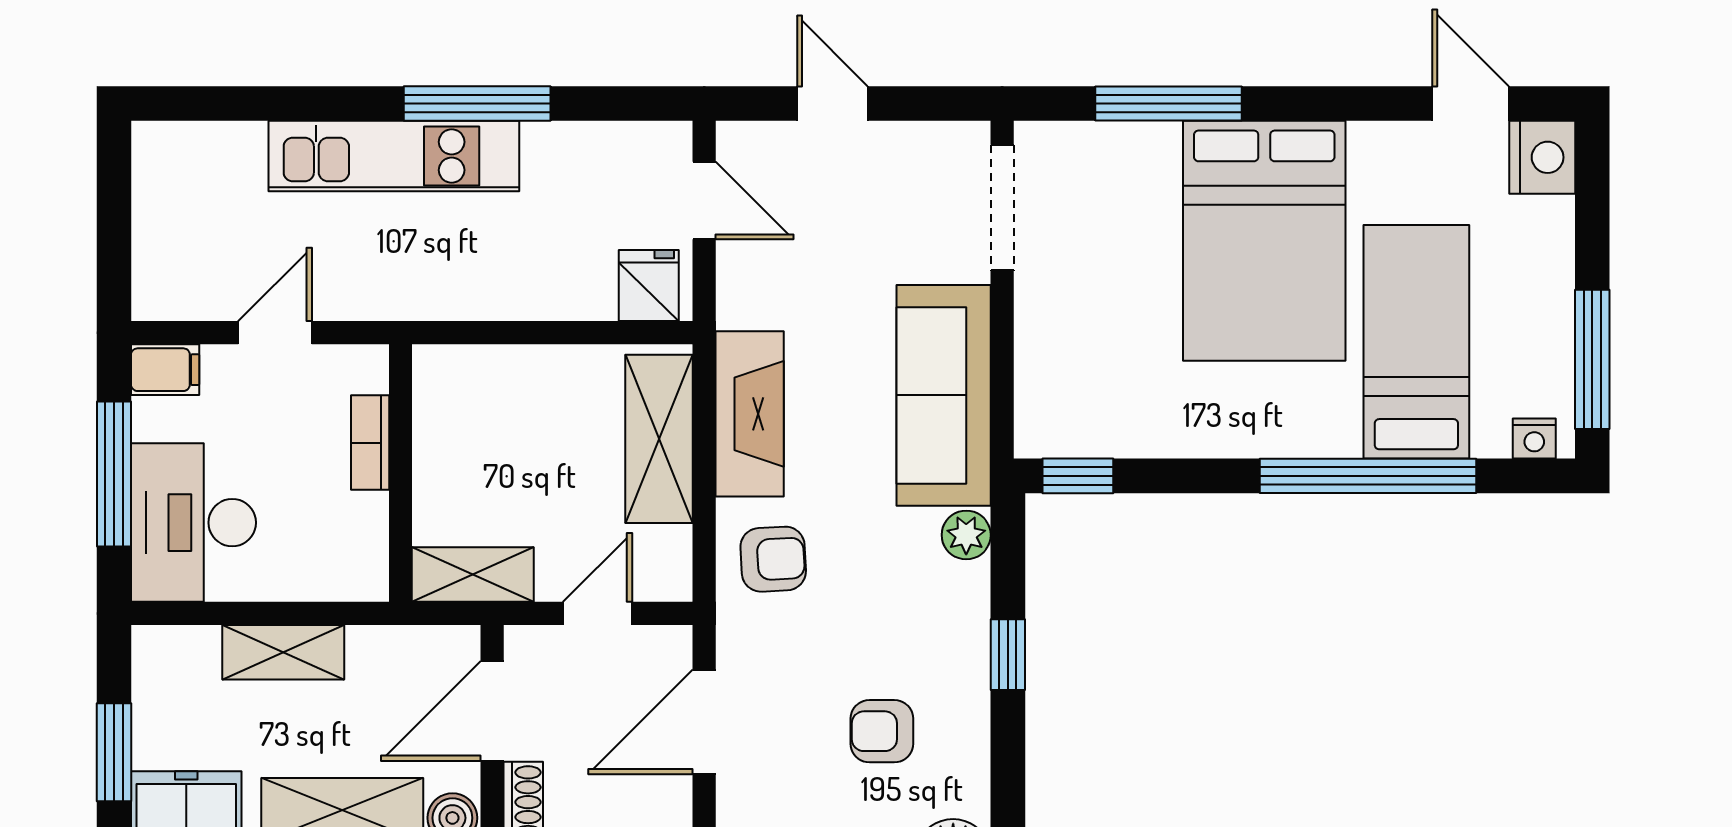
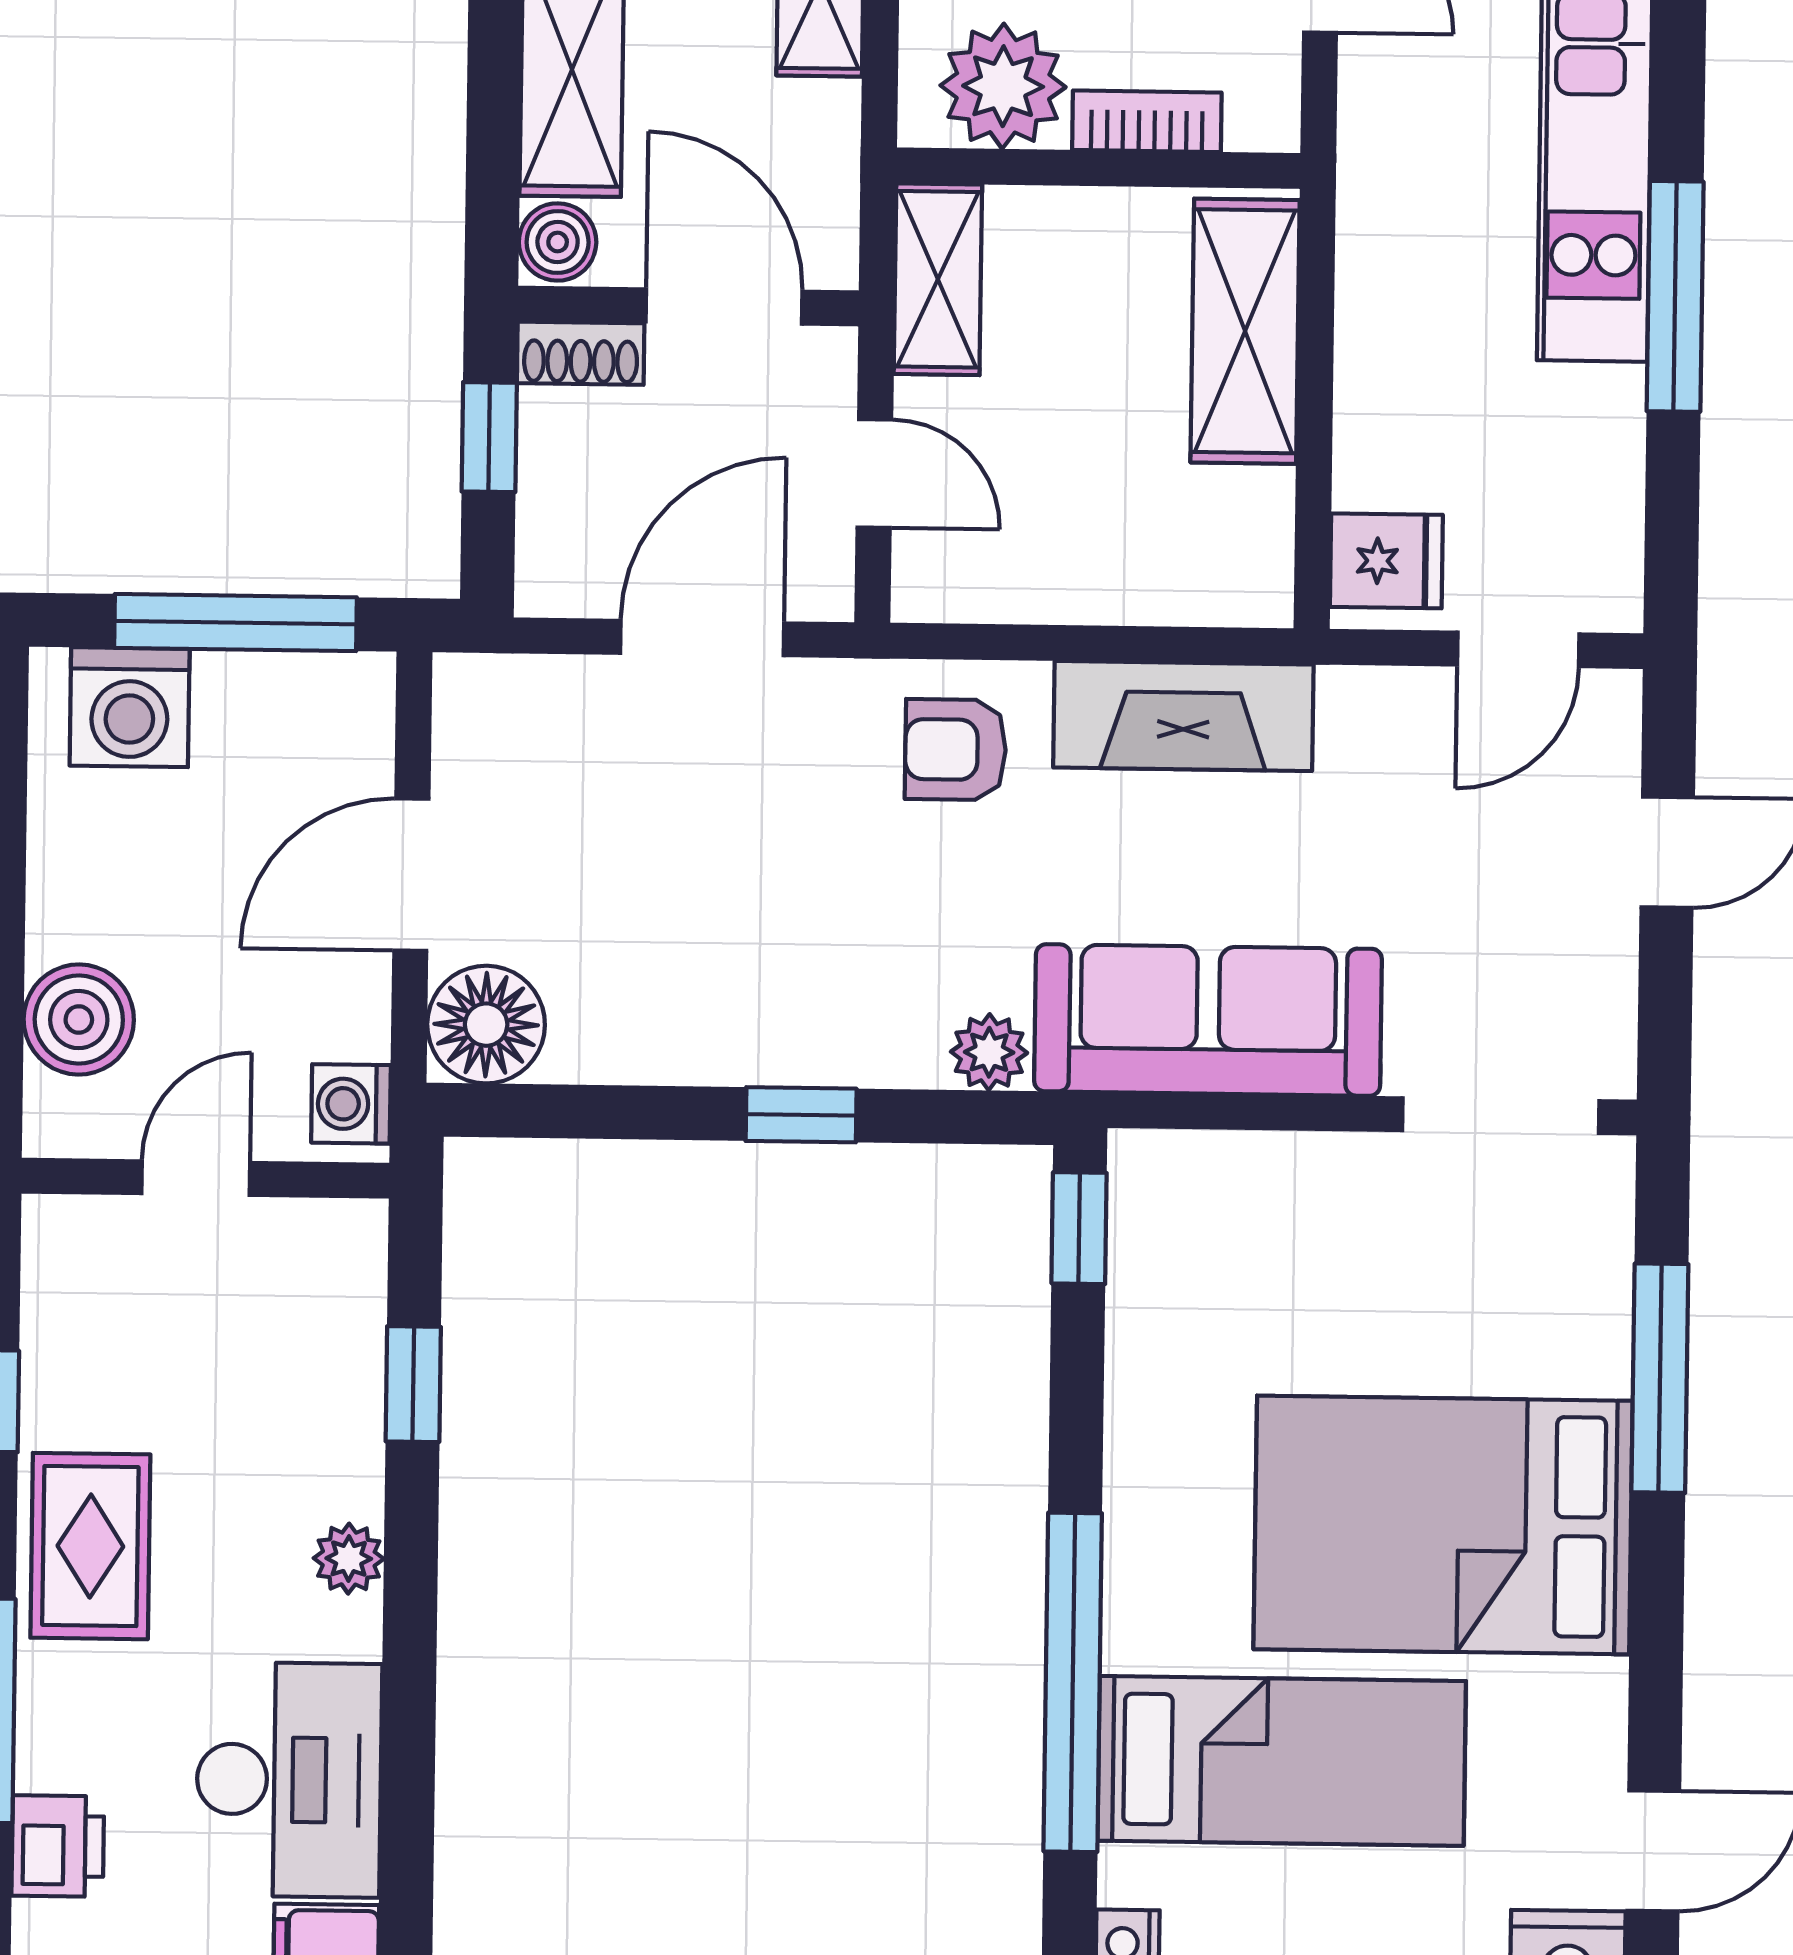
shelving: (659, 439) -> (1245, 331), moved, turned 90
plant: (349, 535) -> (1003, 86), added
armchair: (773, 559) -> (955, 750), turned 93
door: (704, 722) -> (702, 638), hinge flipped
armchair: (882, 731) -> (684, 916), removed

